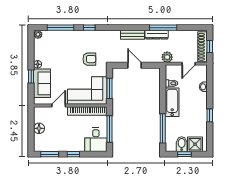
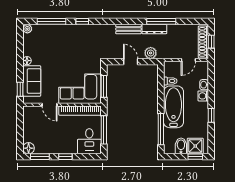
plant: (167, 57) -> (151, 53), moved
armchair: (89, 59) -> (82, 55), removed
window: (31, 77) -> (20, 89), moved
washing machine: (202, 97) -> (203, 96), added
bathtub: (172, 102) -> (173, 107), width x1.36, depth x1.36
door: (59, 106) -> (49, 105), swing flipped
floor lamp: (39, 128) -> (29, 148), moved
window: (184, 154) -> (195, 157), moved

